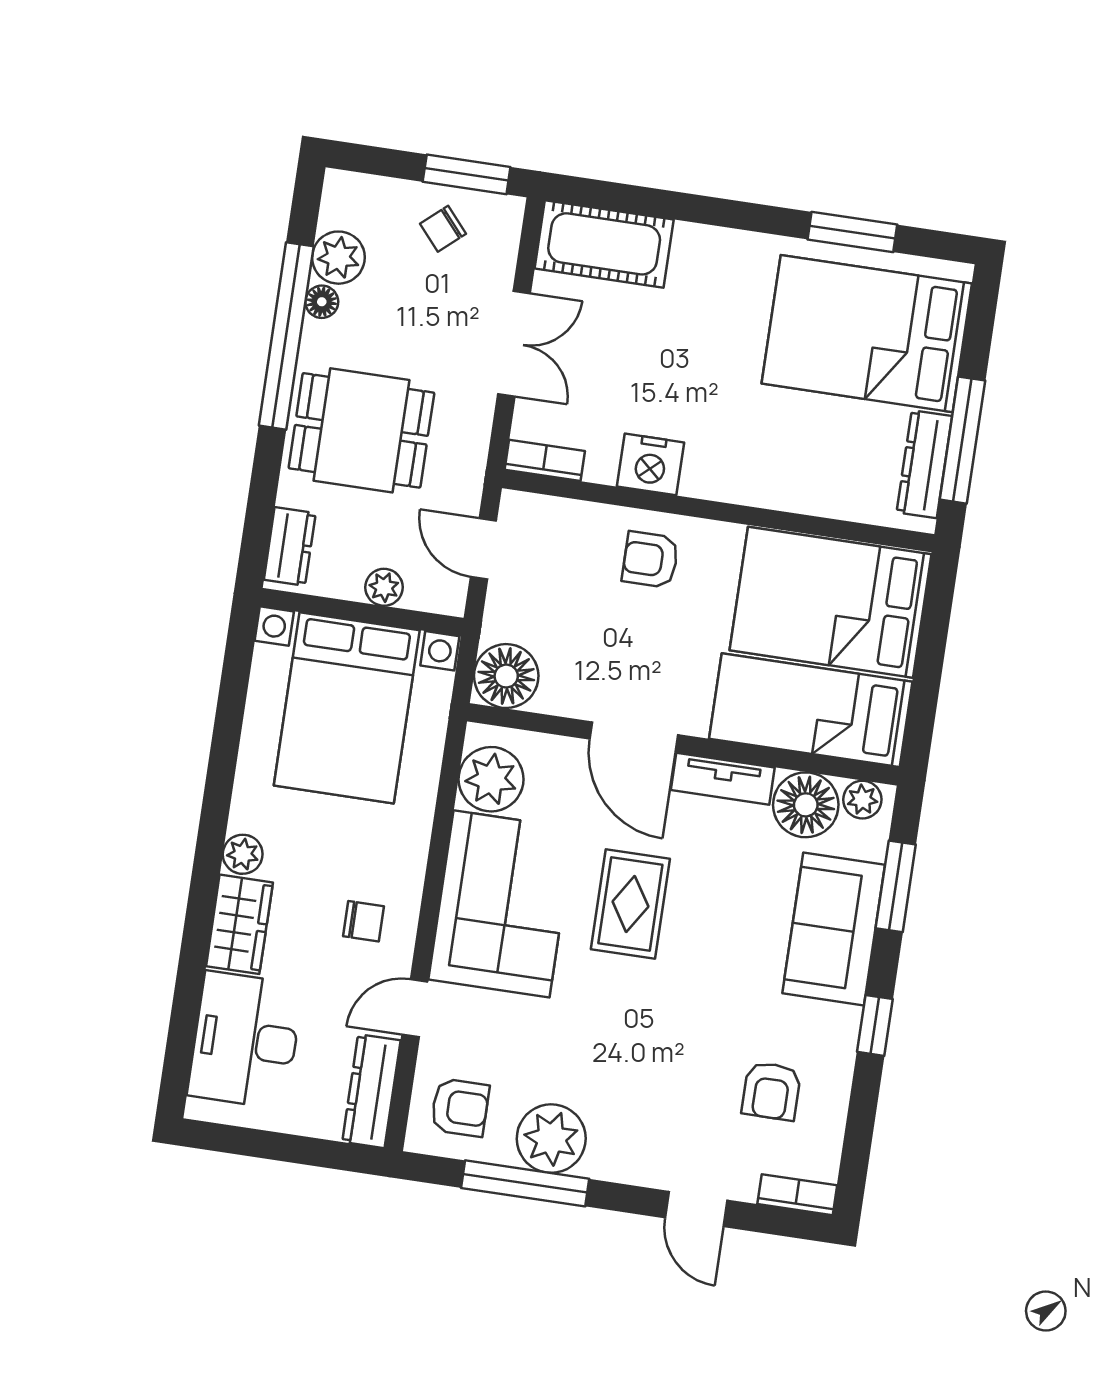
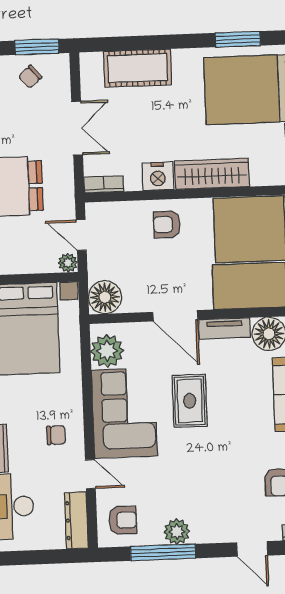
cot: (604, 244) -> (137, 68), moved
wardrobe: (755, 479) -> (212, 174), added
plant: (384, 587) -> (68, 263), moved
door: (415, 1008) -> (90, 474), swing flipped
plant: (551, 1139) -> (177, 532), width x0.73, depth x0.73

